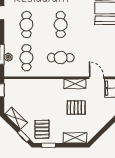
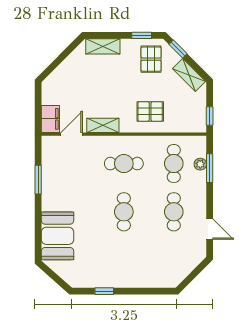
door: (96, 78) -> (72, 134), swing flipped
pallet: (76, 108) -> (150, 111), moved

